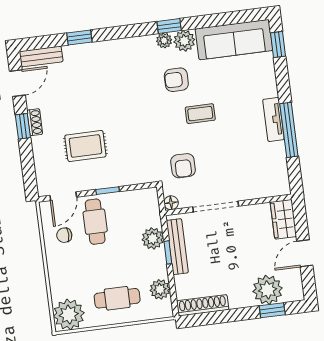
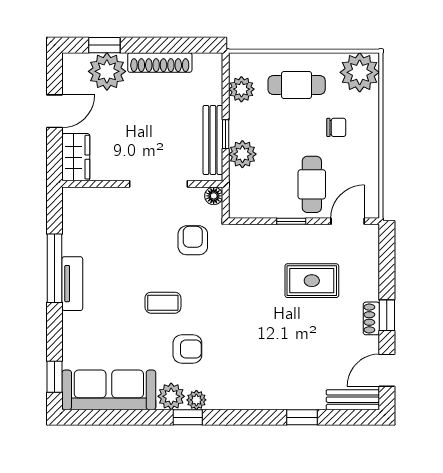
chair: (64, 235) -> (336, 127), moved
shoe rack: (203, 305) -> (160, 62), moved

